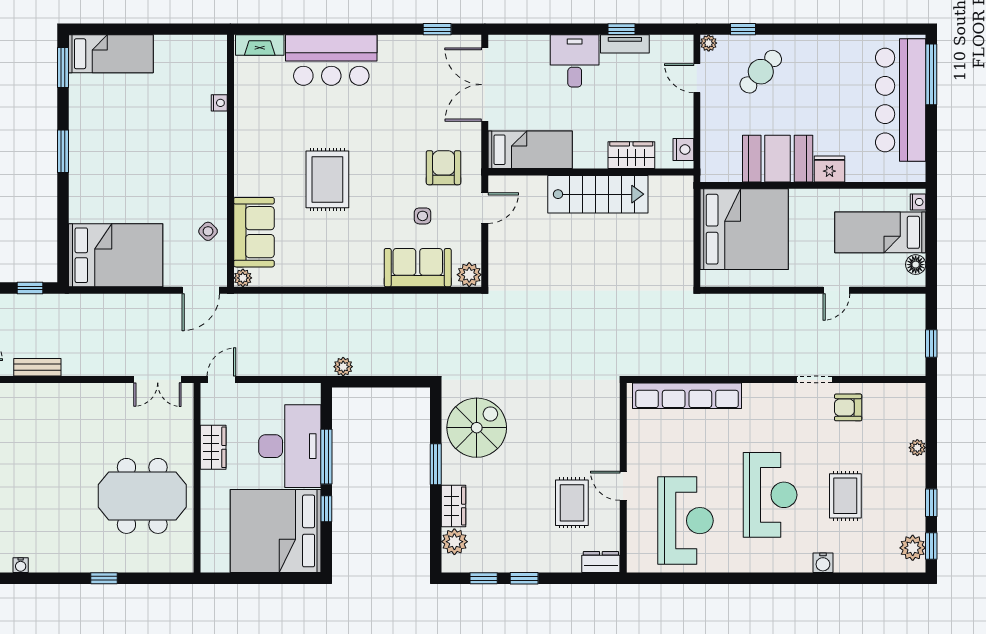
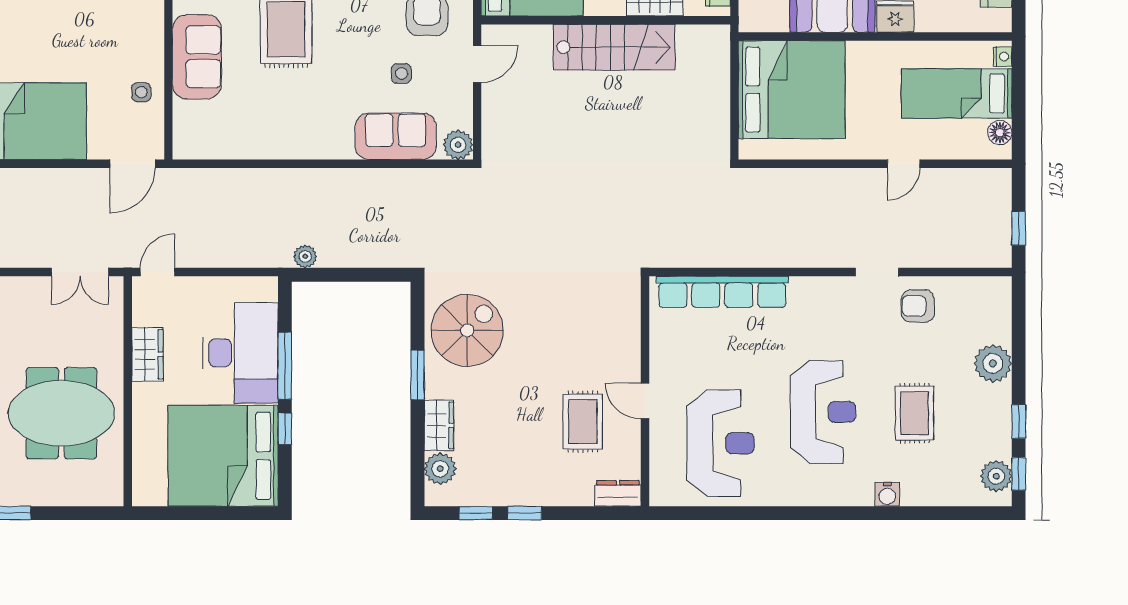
side table: (208, 231) -> (141, 92), turned 45
sofa: (254, 232) -> (197, 57), moved
plant: (243, 278) -> (183, 149), removed
plant: (917, 448) -> (993, 363), width x1.88, depth x1.88

